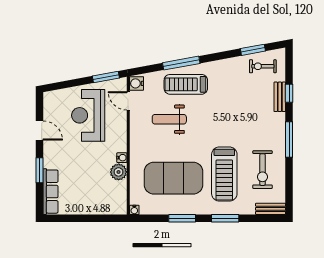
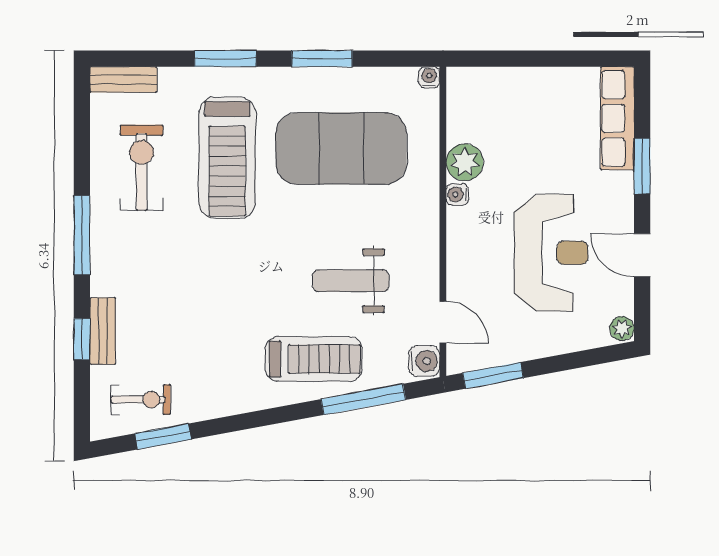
window: (181, 63) -> (363, 399), moved
plant: (48, 98) -> (622, 329), added
reception desk: (88, 115) -> (551, 253), moved
weight bench: (169, 119) -> (351, 281), turned 180
treadmill: (224, 174) -> (227, 158), turned 180

